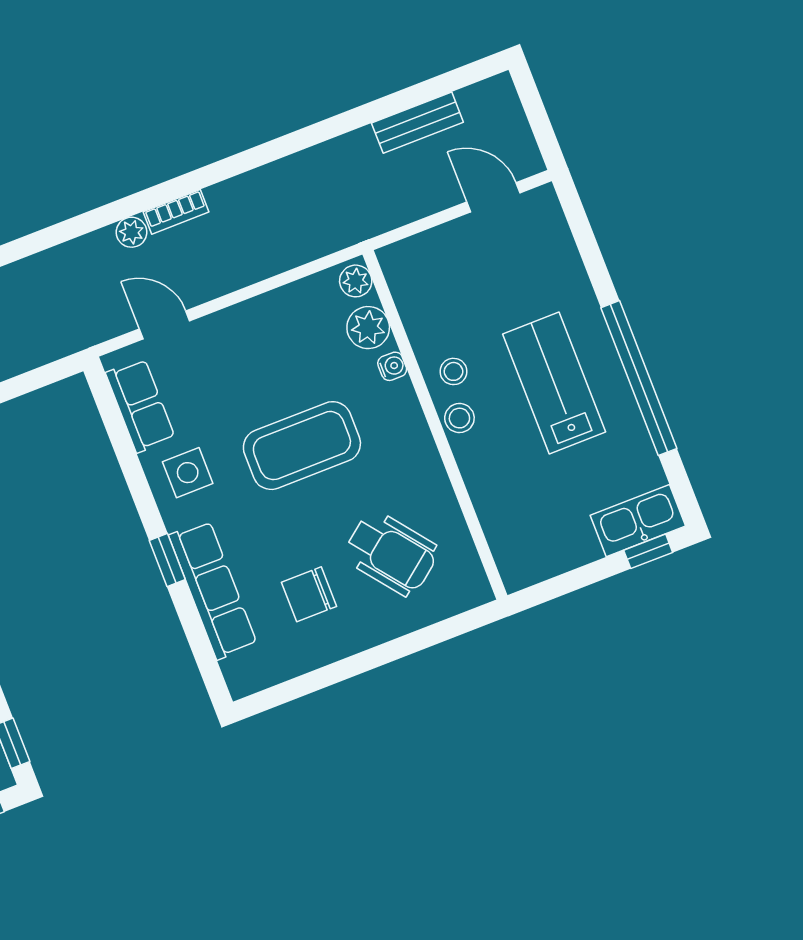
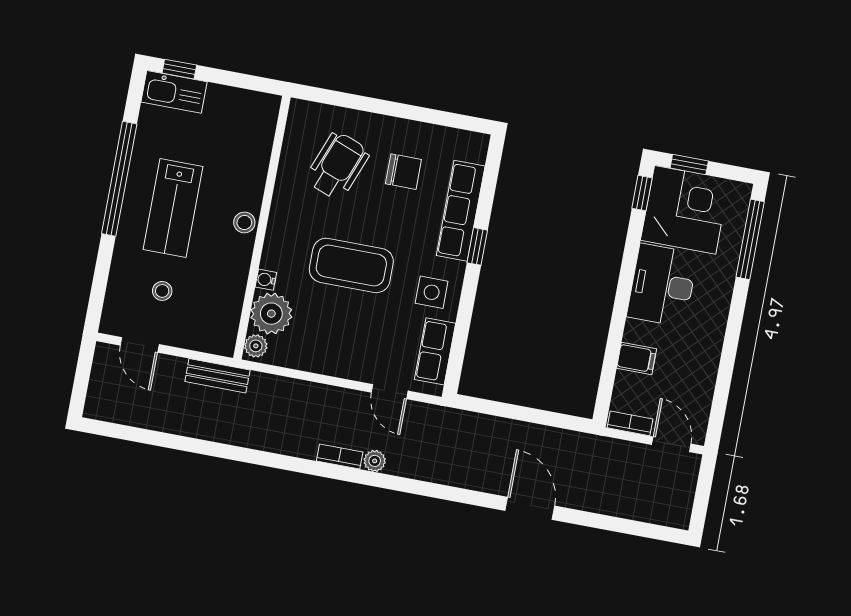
bench: (417, 123) -> (217, 376), moved
plant: (368, 328) -> (271, 314), width x1.36, depth x1.36
stool: (454, 371) -> (162, 291), moved
wheelchair: (391, 553) -> (338, 166), turned 59

